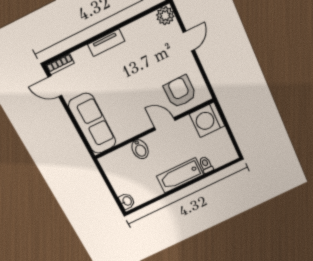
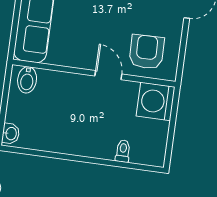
bidet: (140, 149) -> (27, 80), moved
bathtub: (180, 175) -> (87, 144), removed

